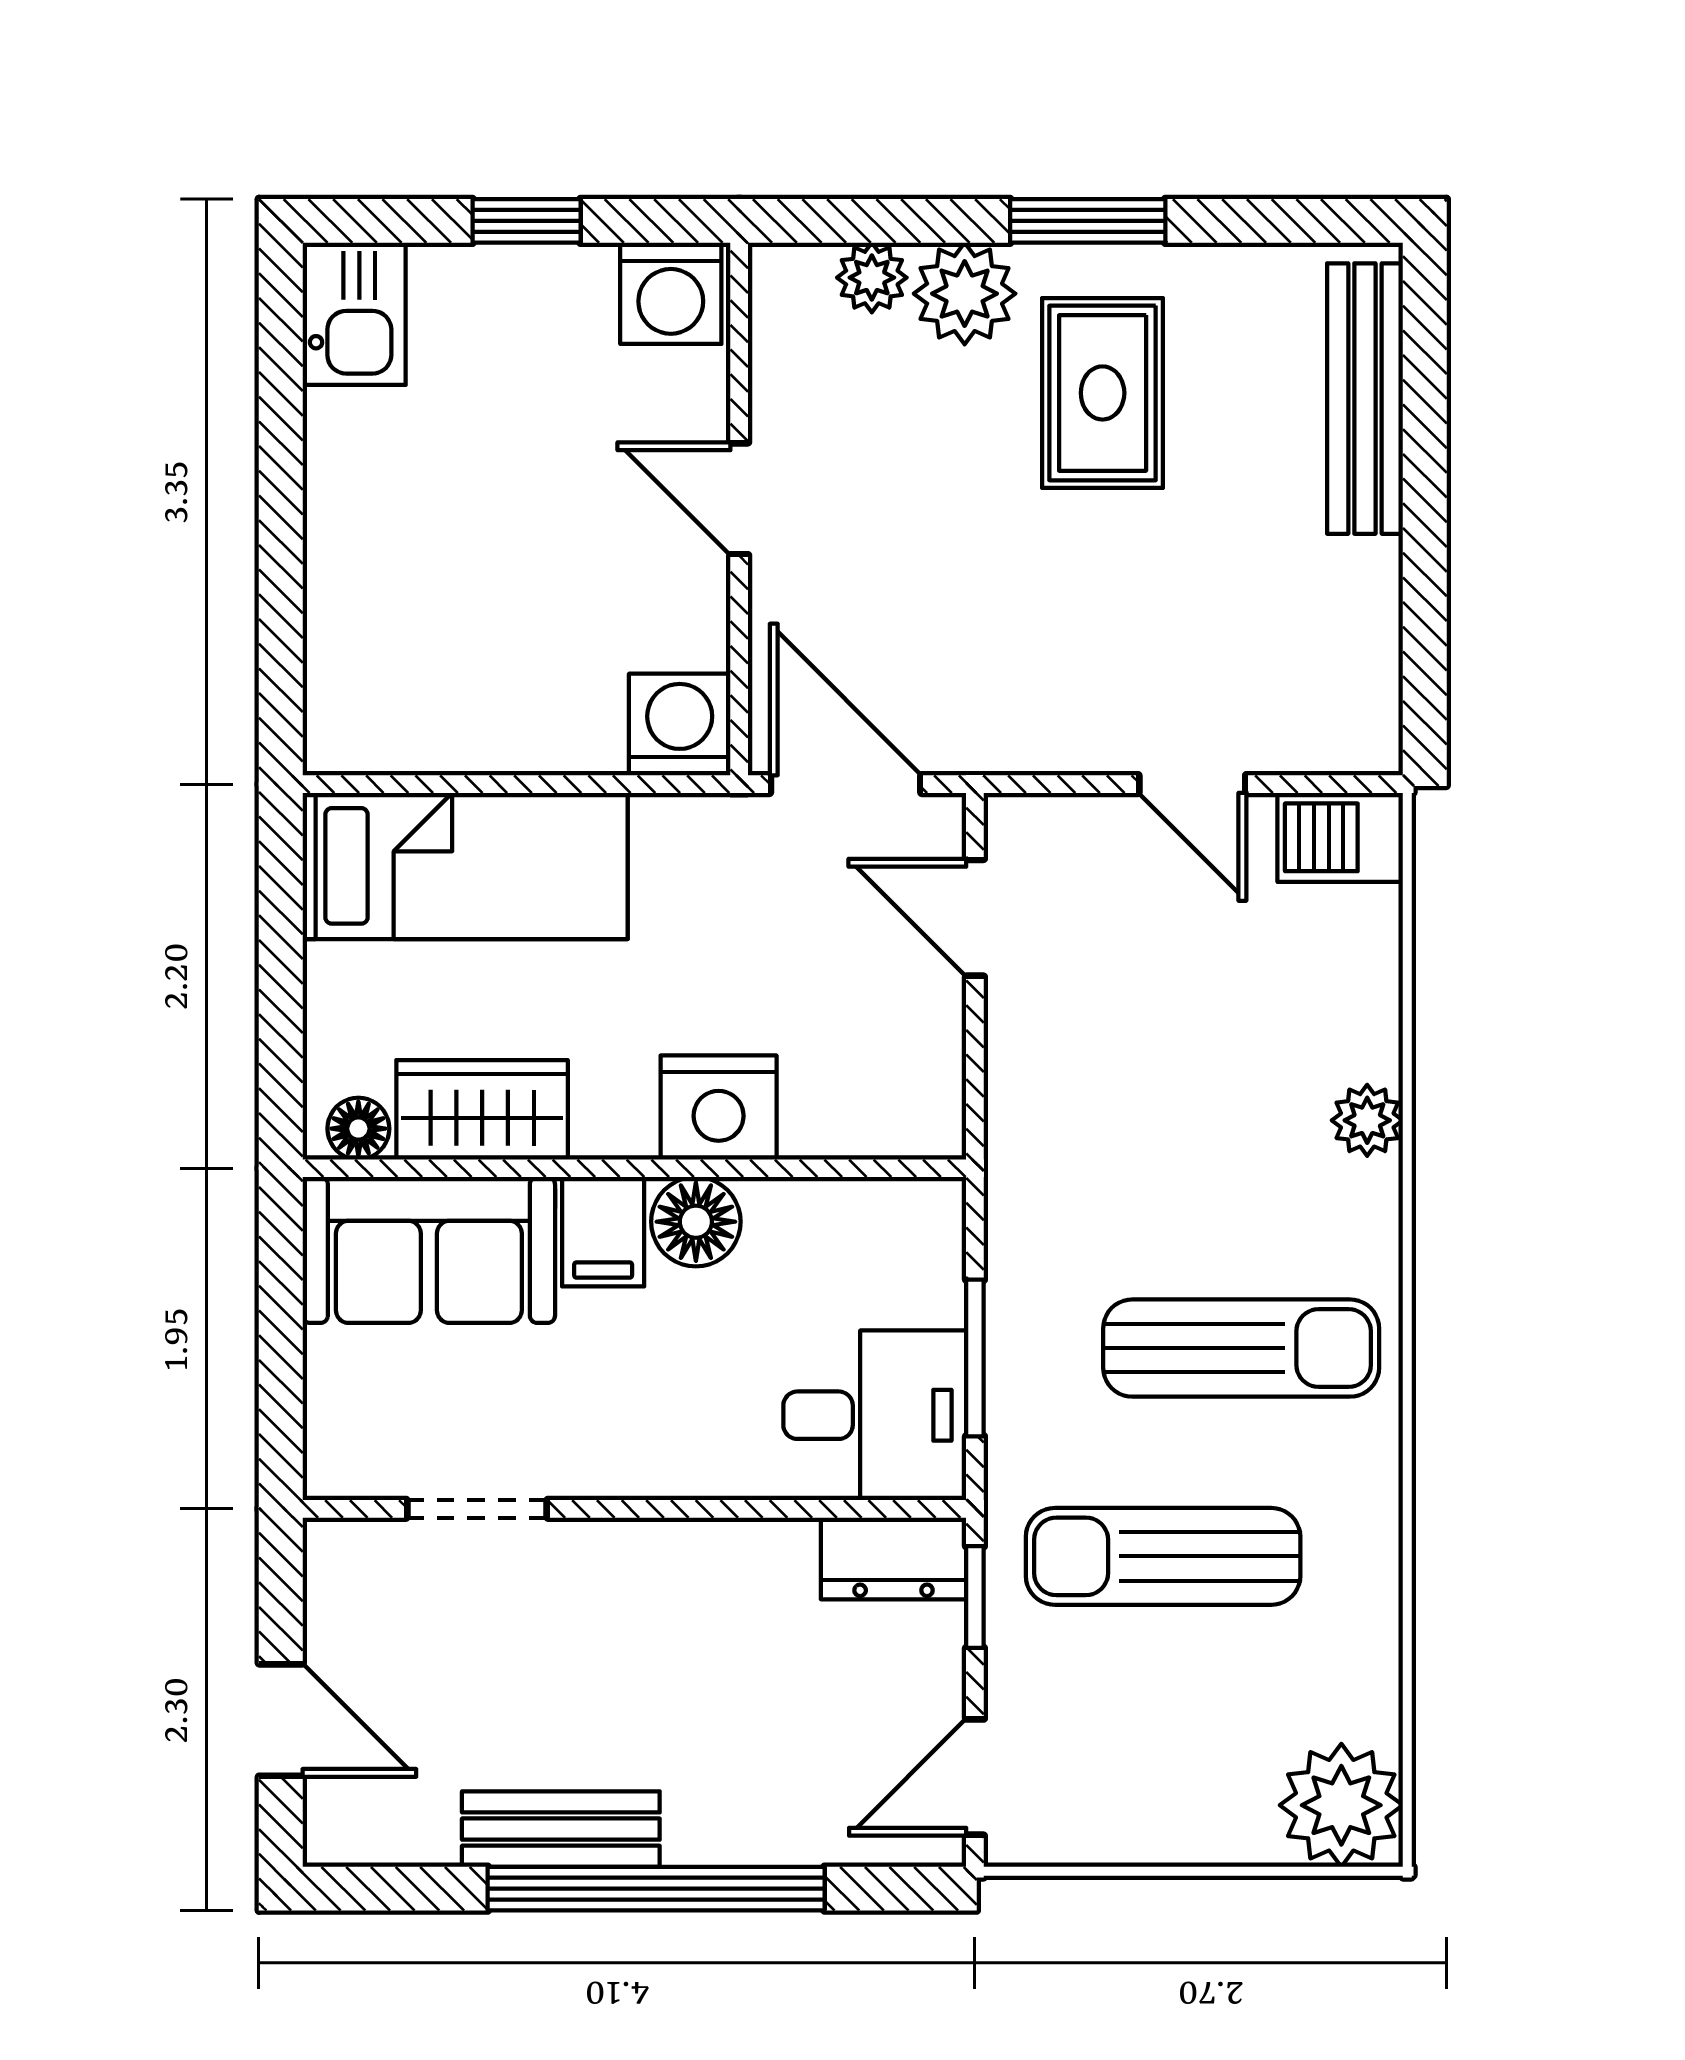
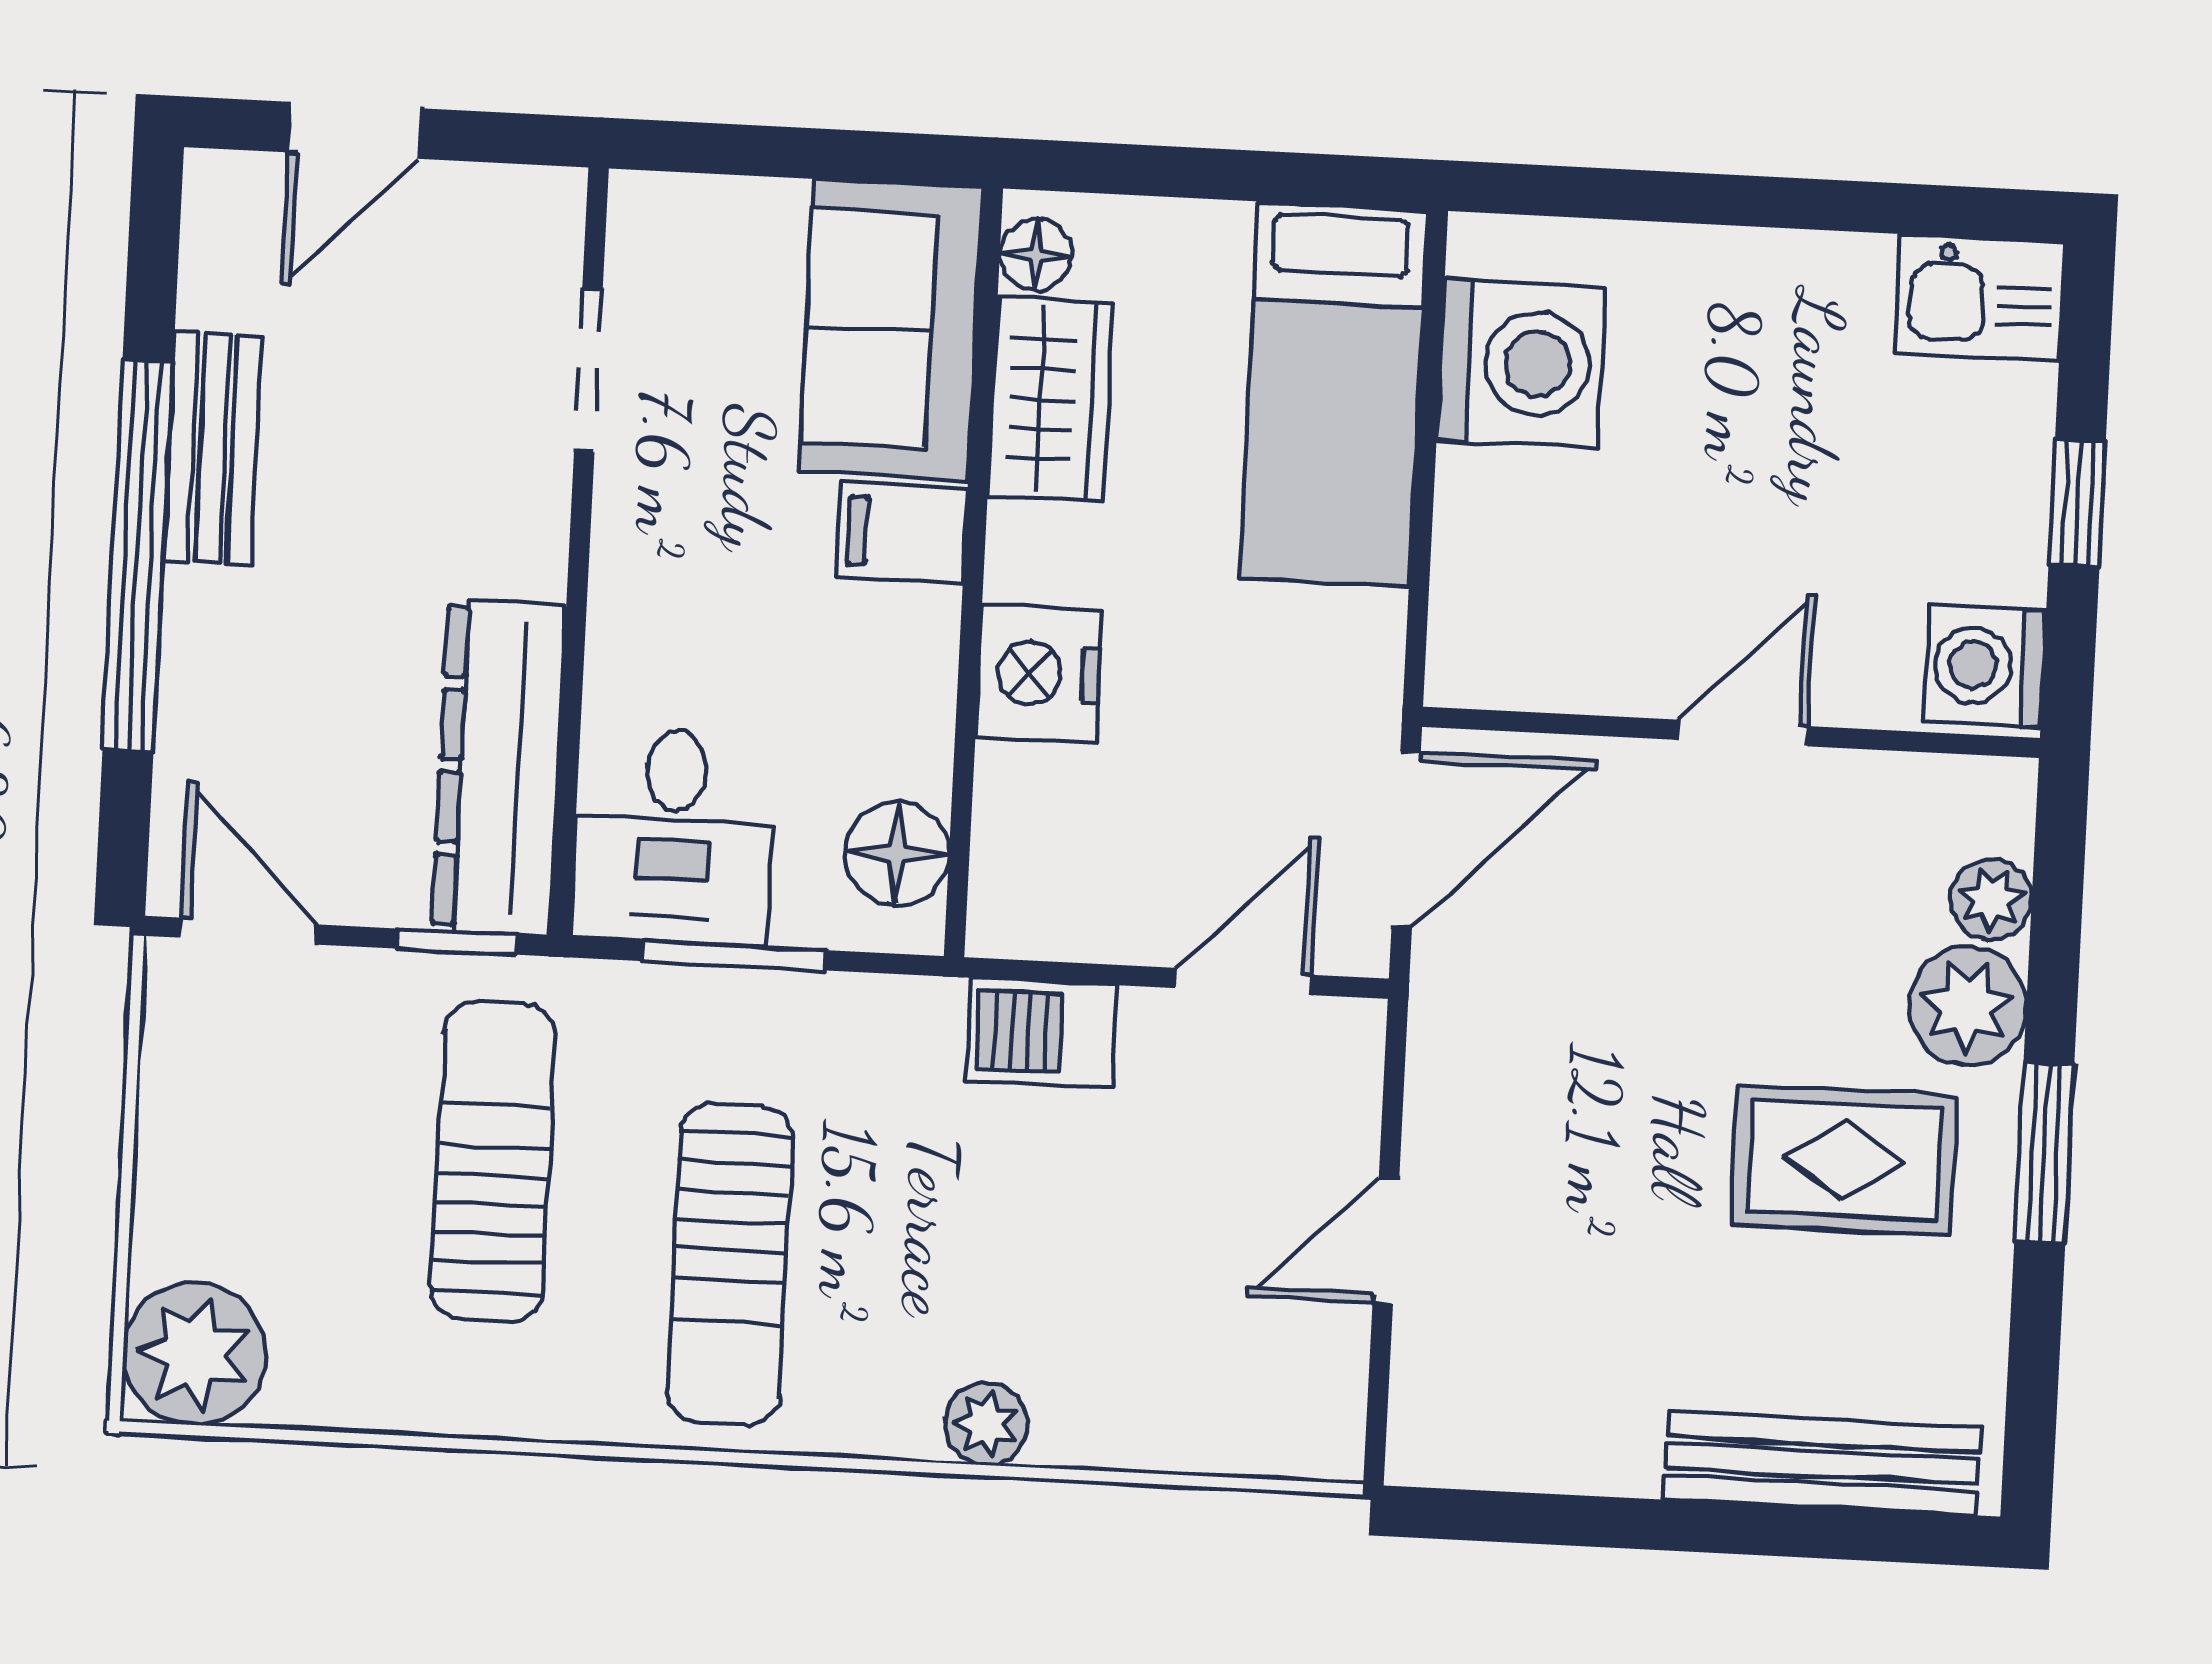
washing machine: (680, 725) -> (1521, 363), moved, width x1.37, depth x1.37
barbecue: (1340, 837) -> (1042, 1033), moved, turned -90
floor lamp: (696, 1222) -> (897, 854), moved
dresser: (894, 1558) -> (499, 768), width x1.96, depth x1.24

